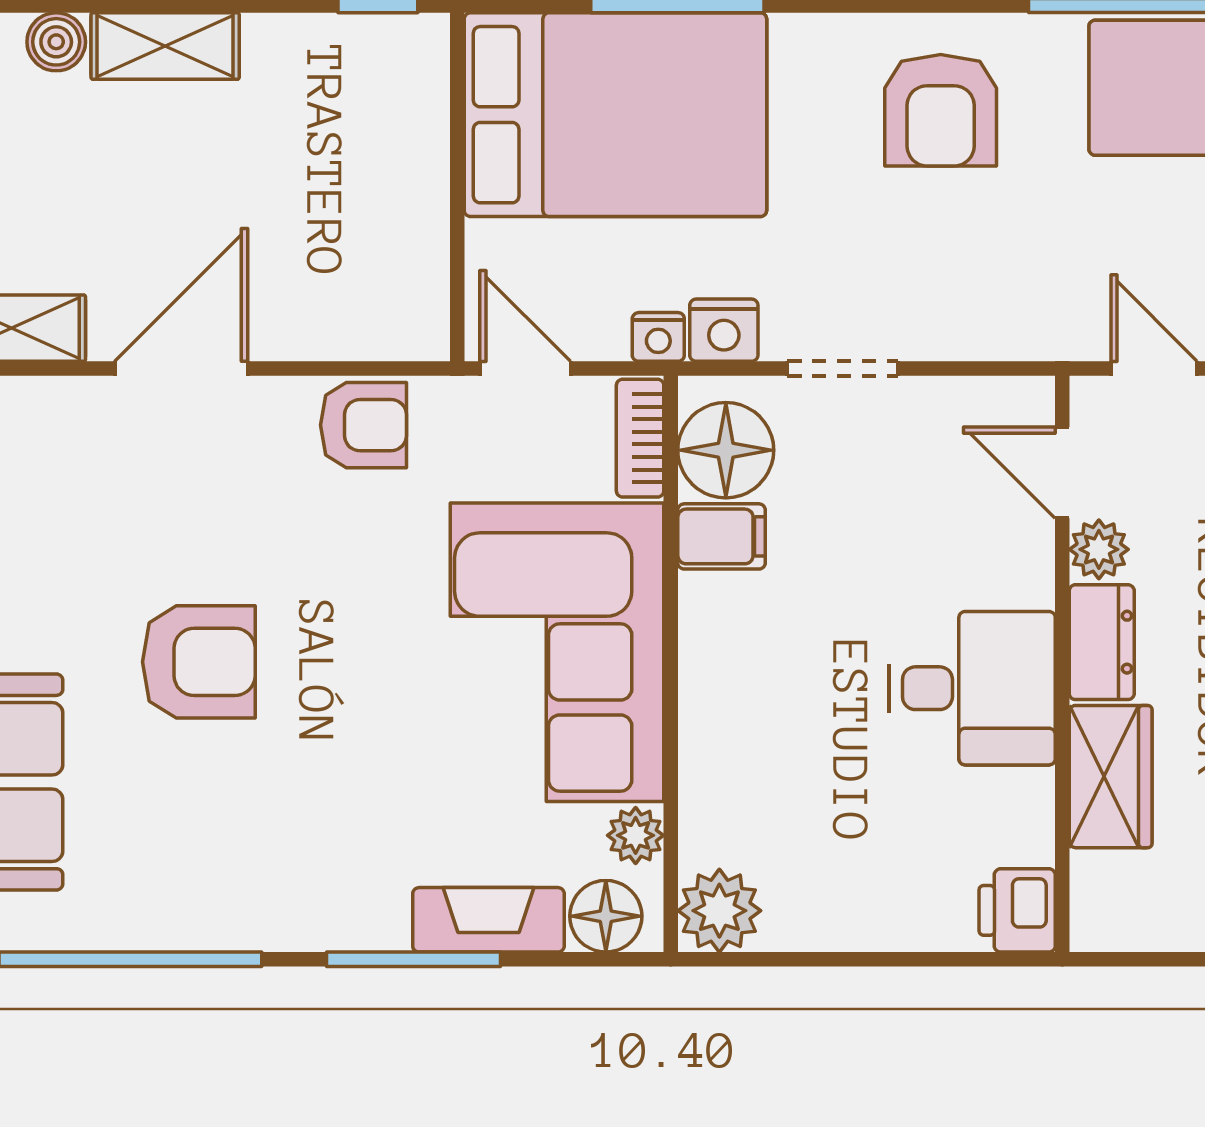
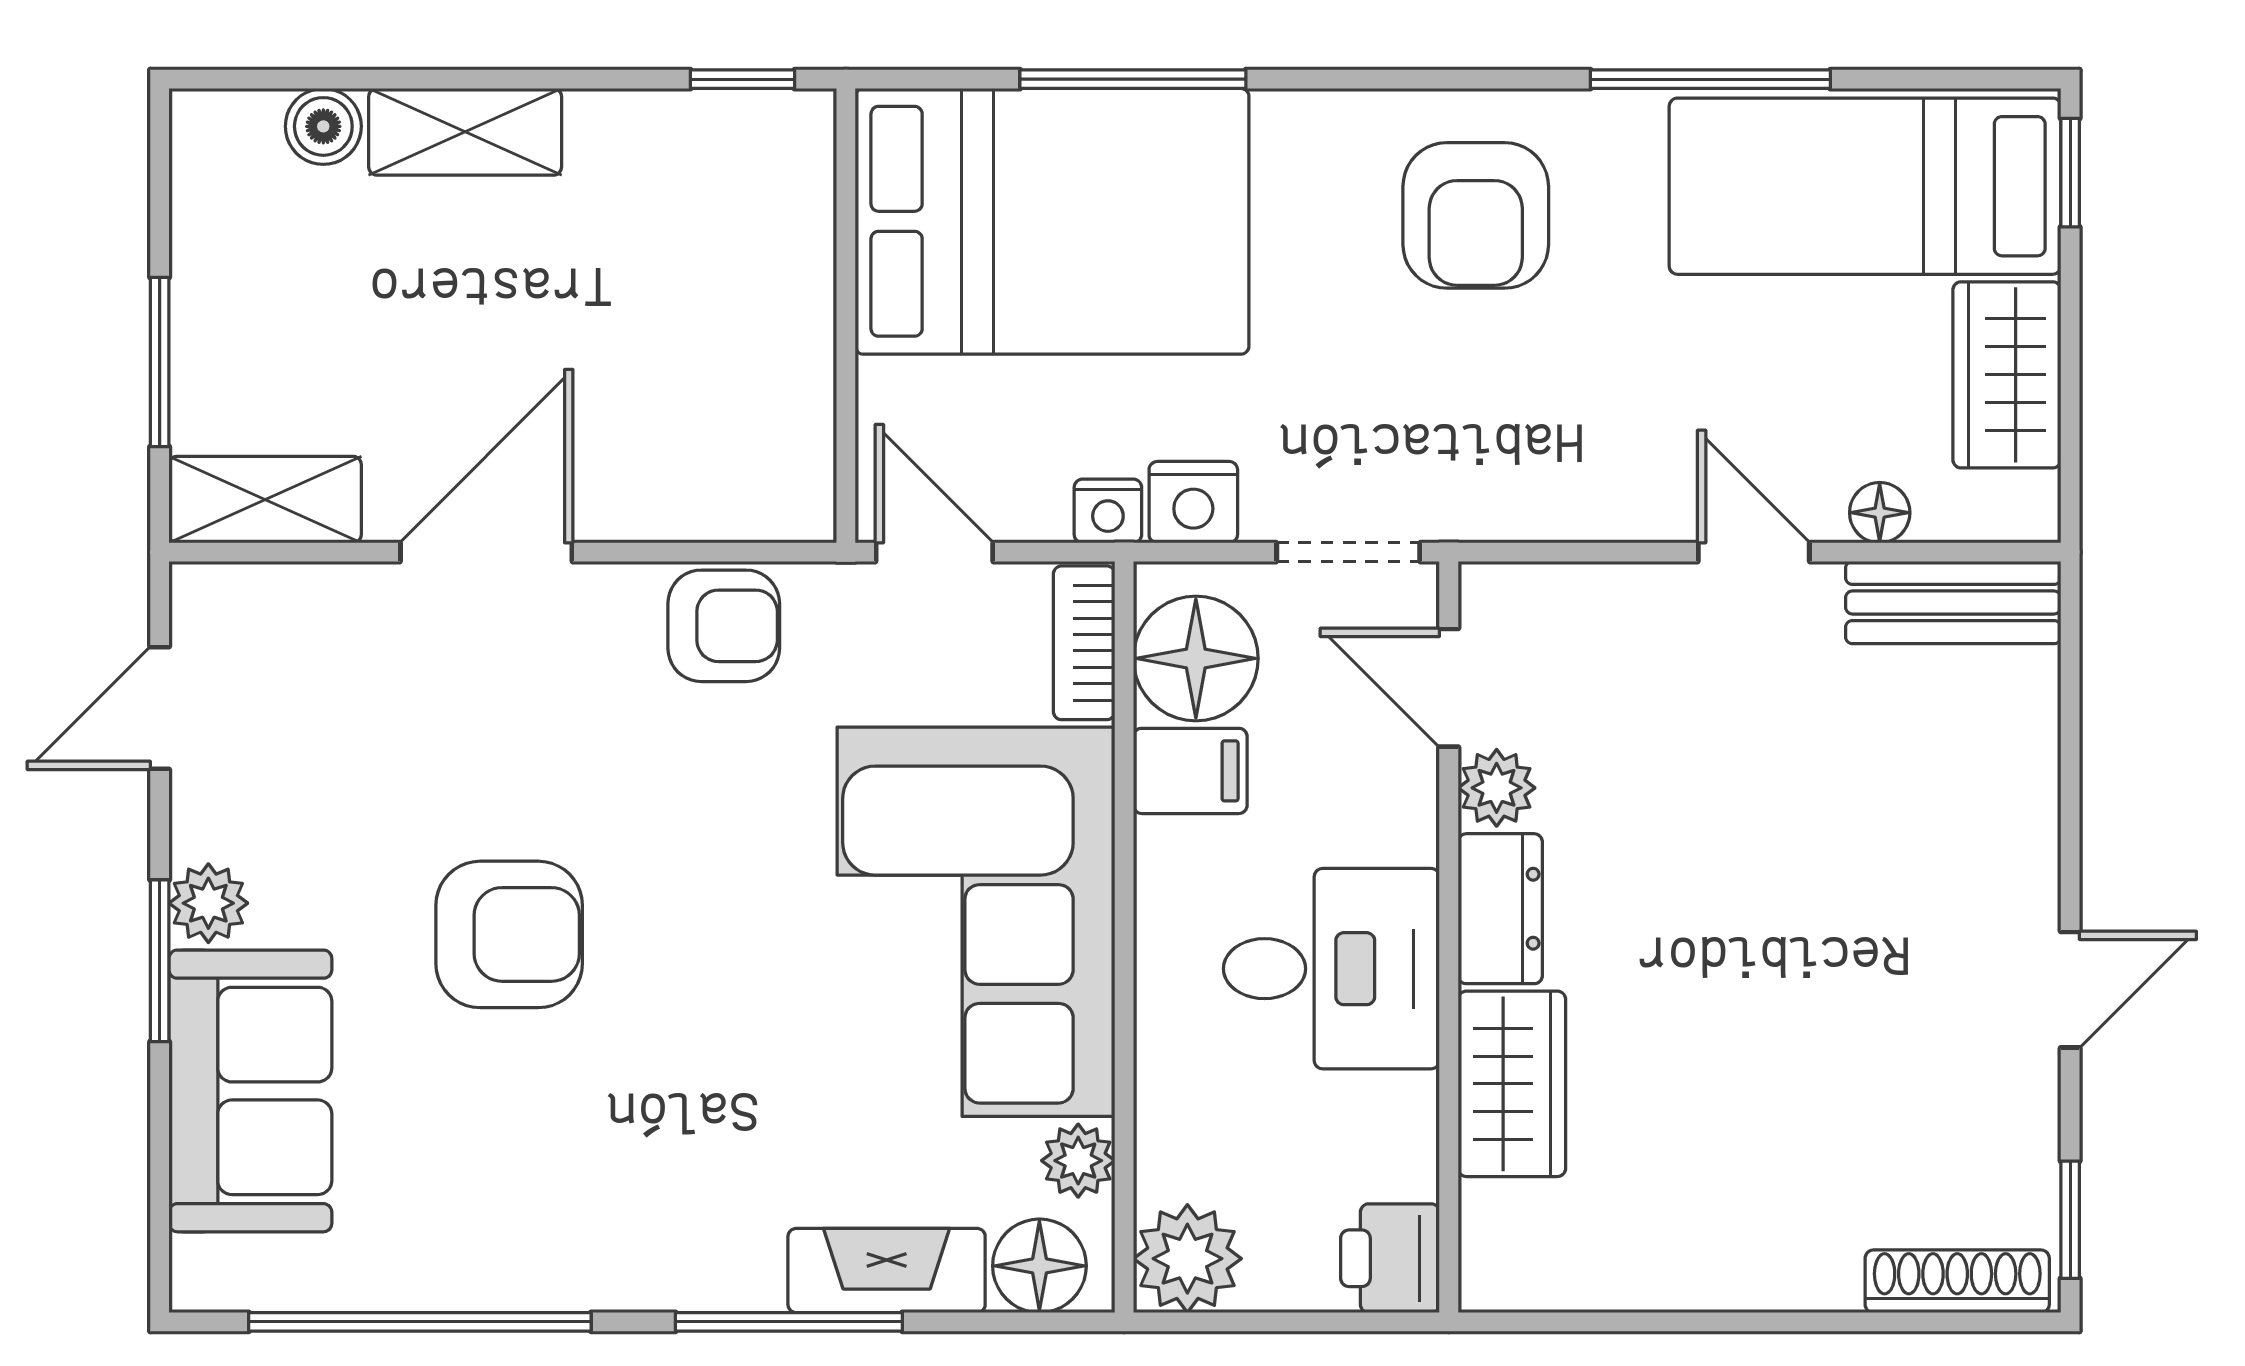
door: (1062, 473) -> (1449, 688), moved
plant: (1099, 549) -> (1497, 788), moved
dresser: (1102, 642) -> (1500, 909), moved
wall: (1062, 664) -> (1449, 937), moved
desk: (972, 688) -> (1331, 969), moved
wardrobe: (1111, 777) -> (1512, 1084), moved
printer: (1017, 910) -> (1390, 1258), moved

